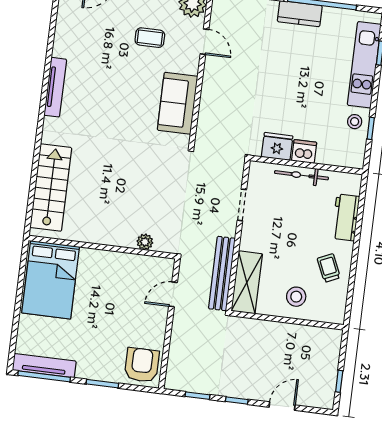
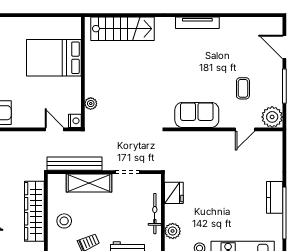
dishwasher: (304, 151) -> (173, 213), removed
plant: (327, 155) -> (173, 231), added
nightstand: (165, 266) -> (75, 121), added
bed: (51, 280) -> (54, 58), moved
shelving: (247, 282) -> (89, 183), moved
wardrobe: (278, 335) -> (34, 211), added

